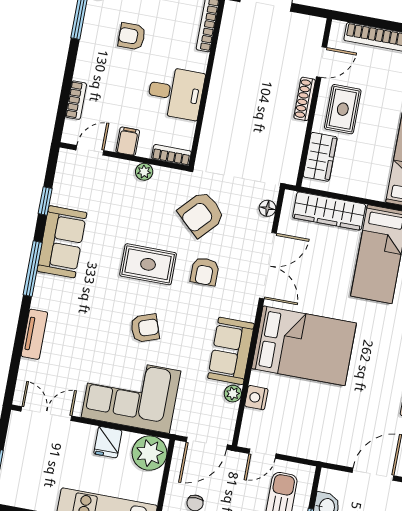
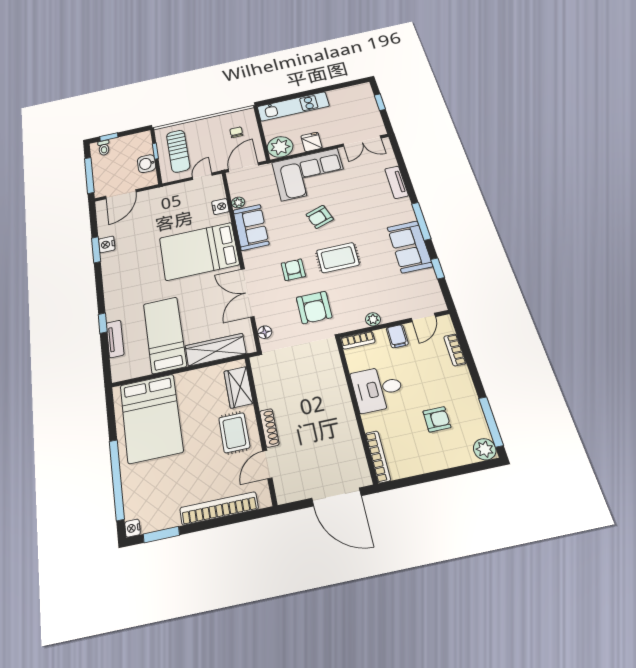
armchair: (201, 214) -> (314, 307), turned 137

